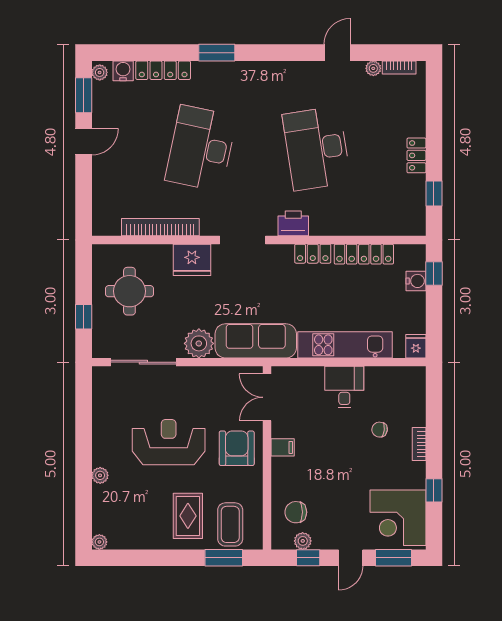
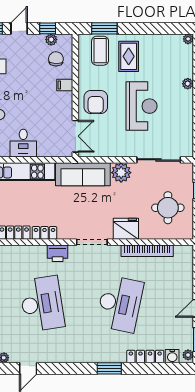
reception desk: (169, 442) -> (142, 106), turned -90
filing cabinet: (283, 447) -> (65, 85), moved
chair: (296, 512) -> (56, 59), turned -88

